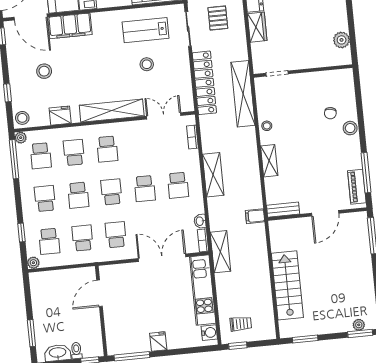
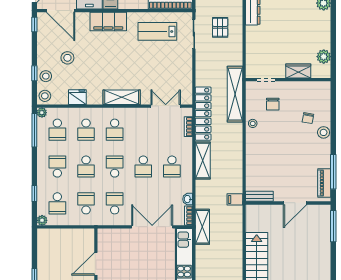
filing cabinet: (70, 26) -> (108, 21), moved
wardrobe: (257, 27) -> (298, 71), moved, turned -90
stool: (147, 64) -> (46, 76), moved
locker: (204, 83) -> (203, 114), moved
chair: (288, 101) -> (273, 104), added
shelving: (112, 111) -> (122, 97), width x0.68
school desk: (74, 152) -> (86, 130), turned 180
shelving: (269, 161) -> (252, 153), removed
door: (99, 293) -> (96, 264), moved

